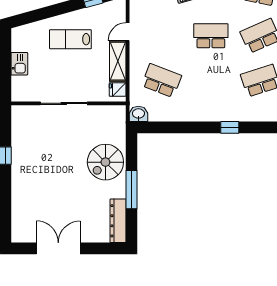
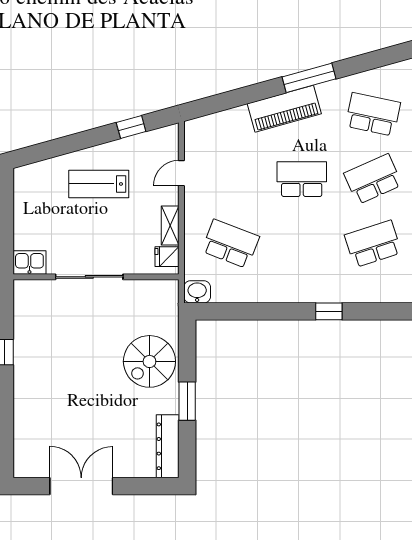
shelving: (118, 61) -> (170, 226), width x0.67, depth x0.75
kitchen sink: (19, 64) -> (29, 262), moved, turned -90
window: (132, 190) -> (187, 401), width x0.69

